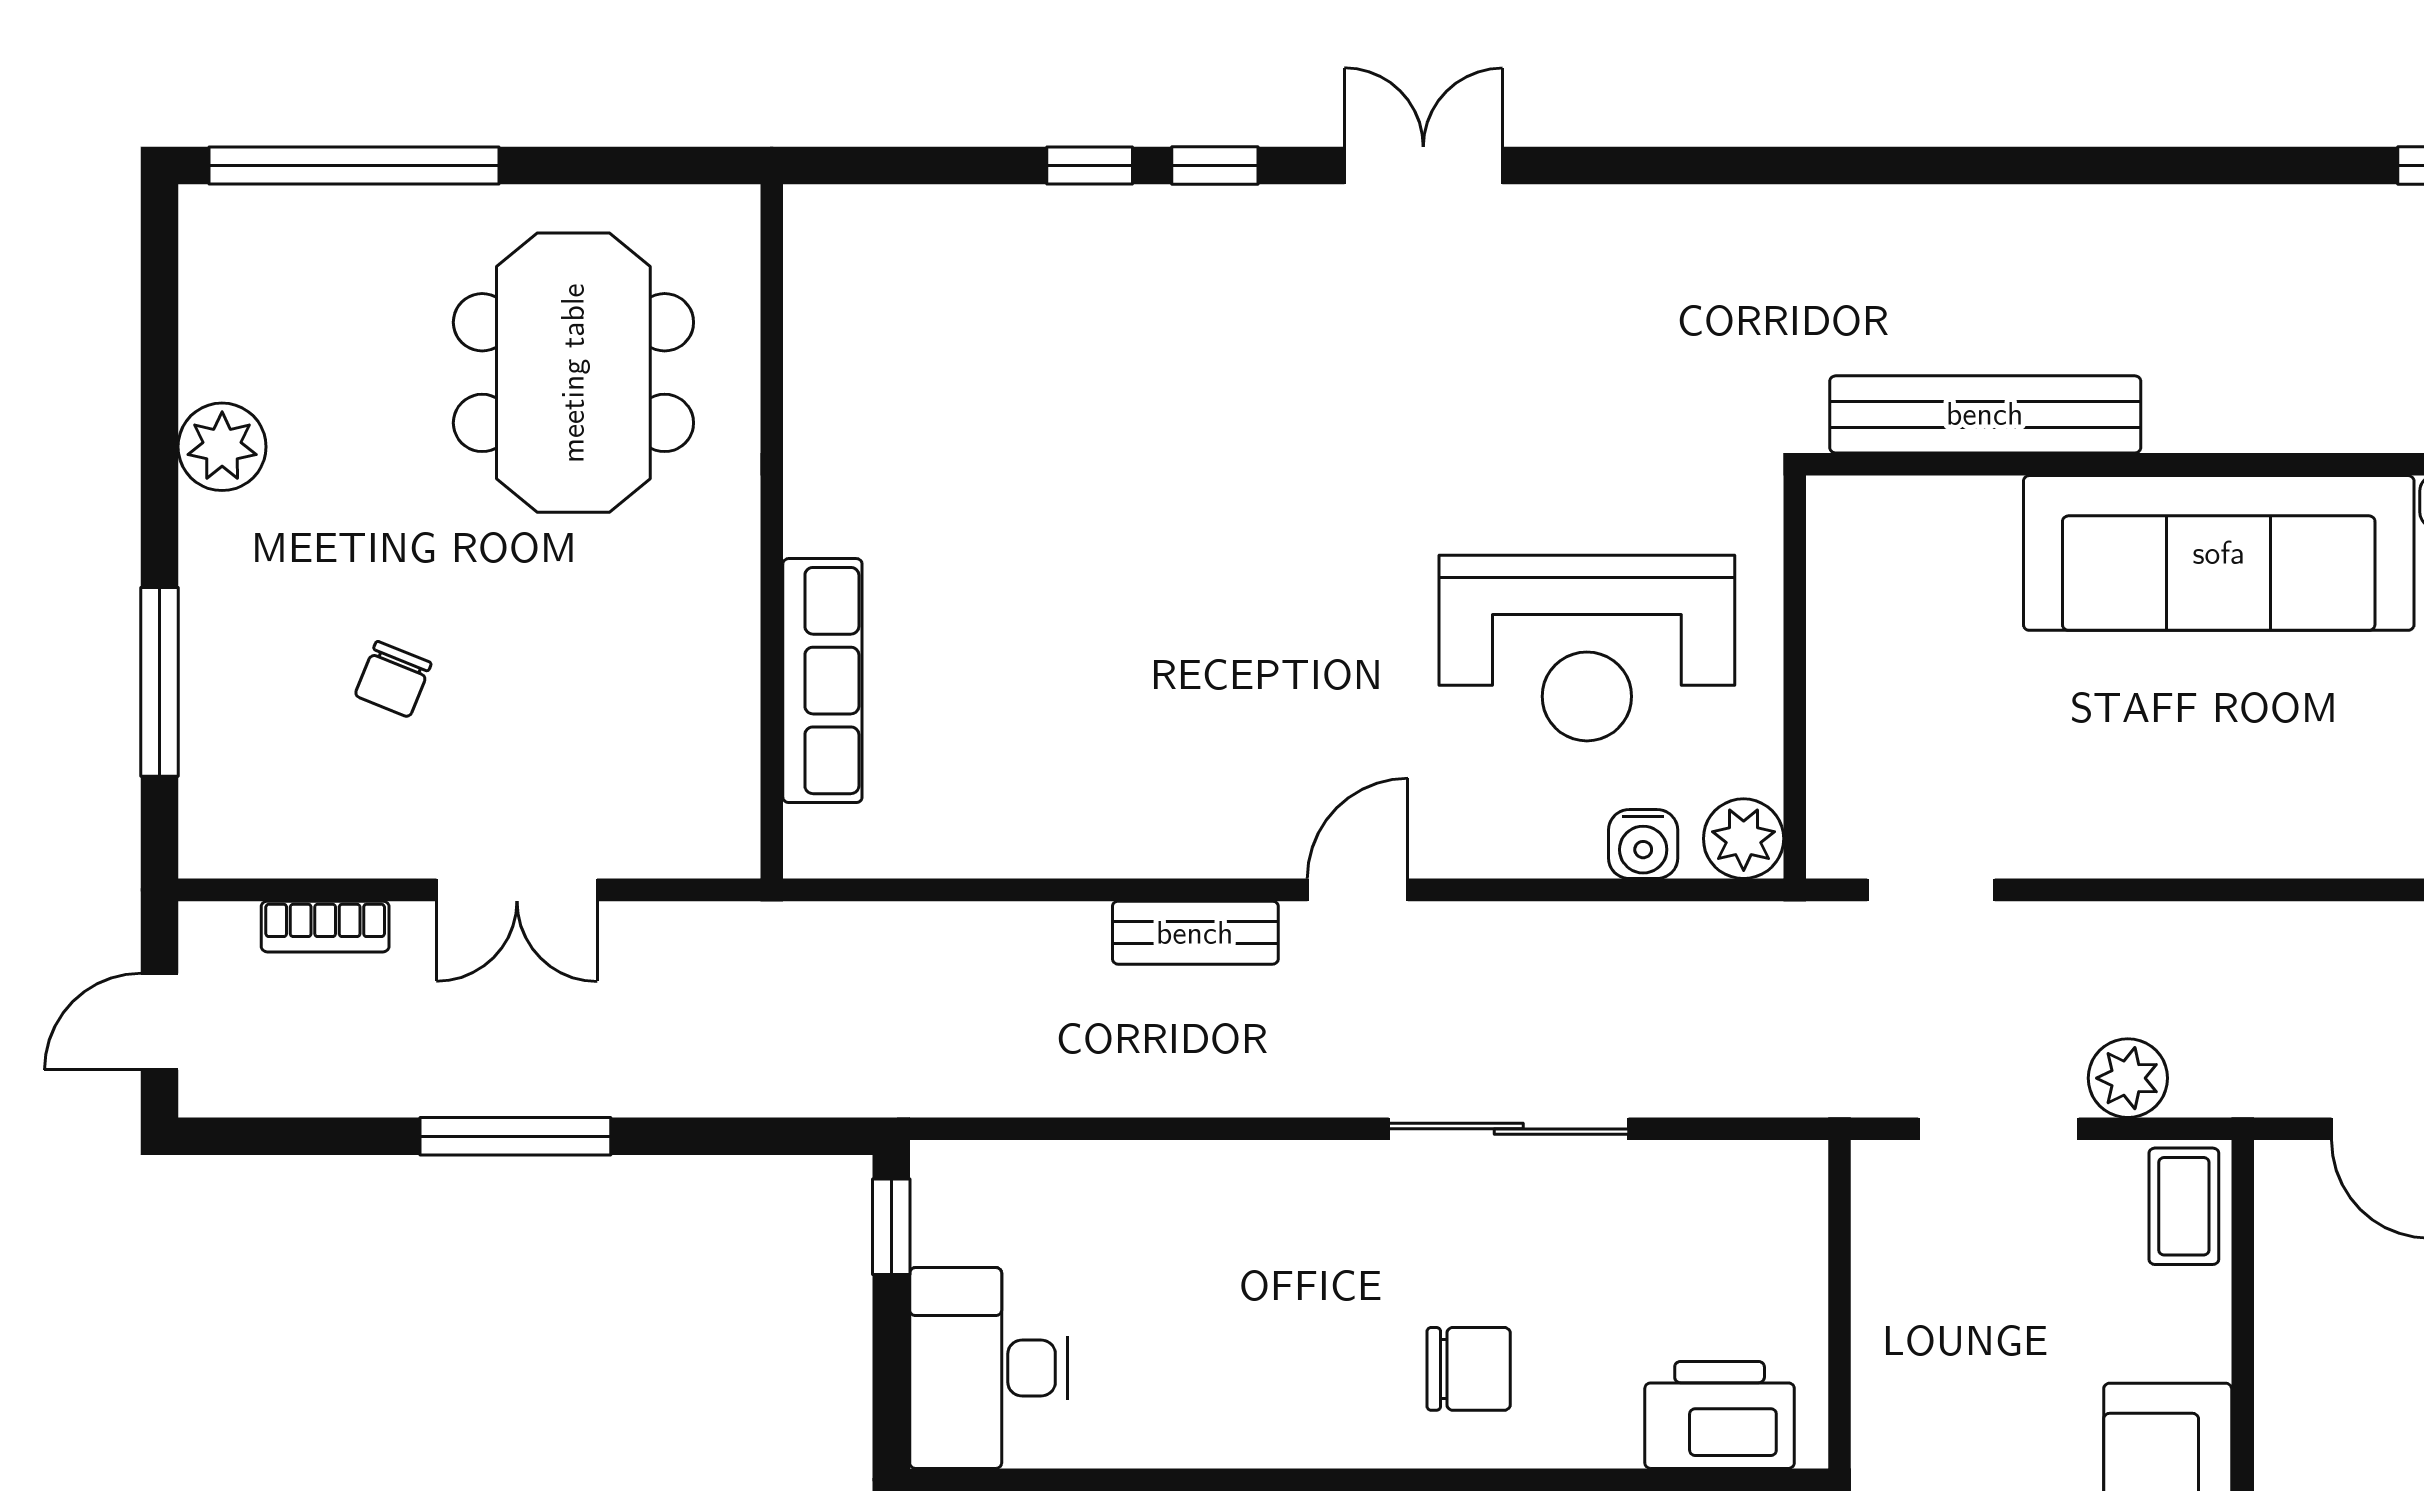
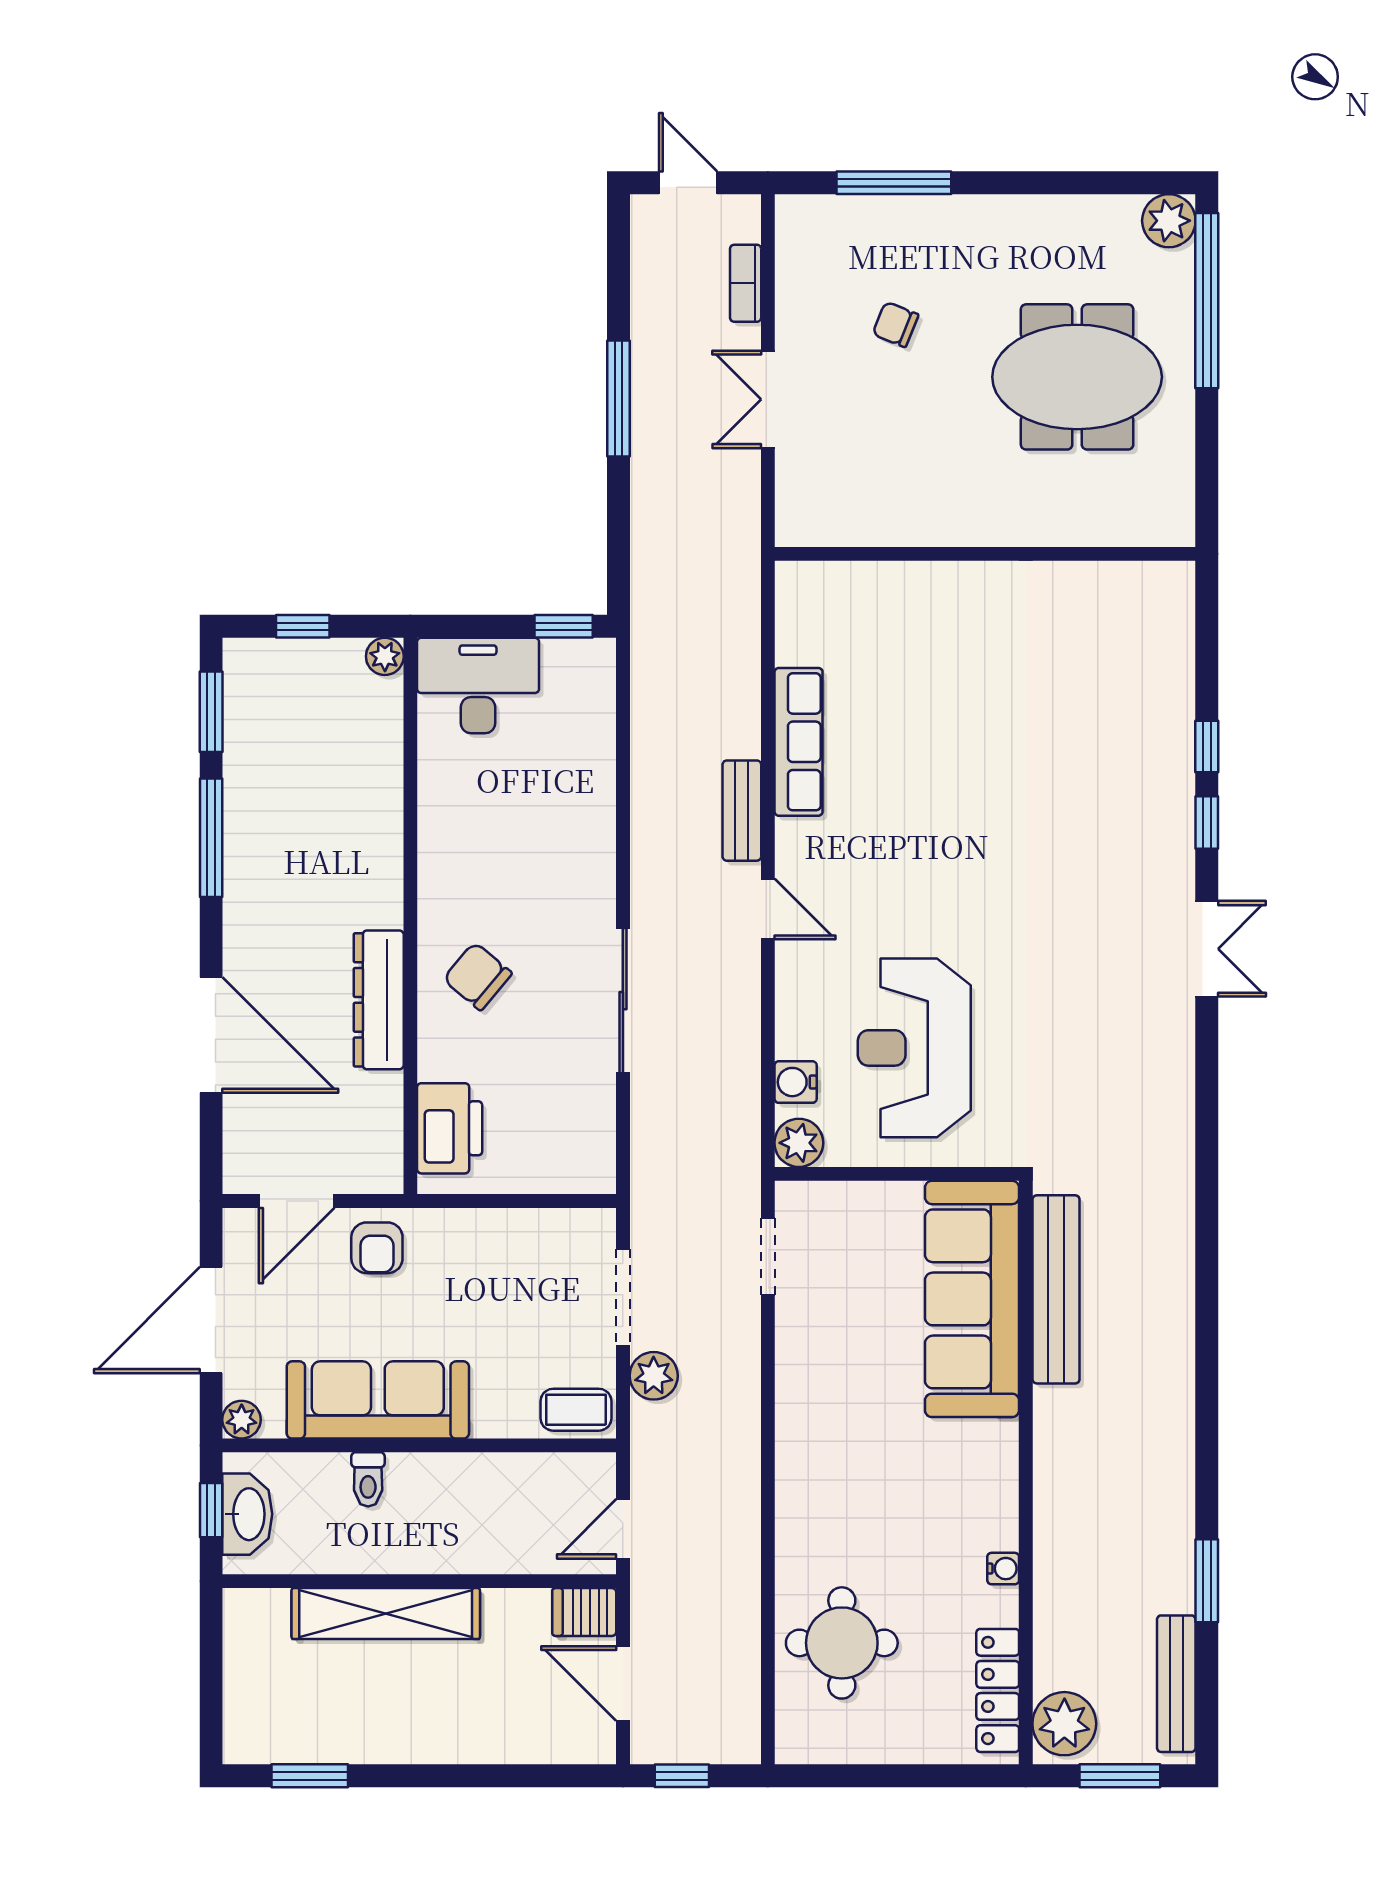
meeting table: (573, 373) -> (1077, 377), moved
plant: (222, 447) -> (1169, 221), moved
sofa: (2219, 553) -> (972, 1299), moved
row of seats: (822, 681) -> (799, 742), moved, turned -90
chair: (1469, 1369) -> (477, 976), turned 130

